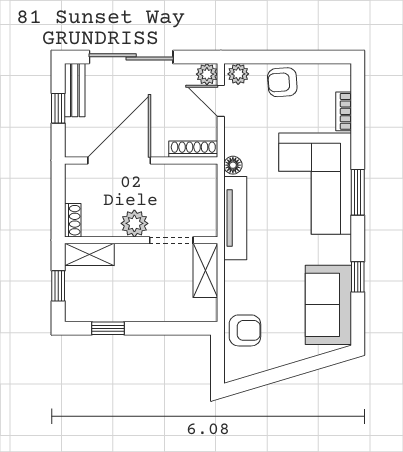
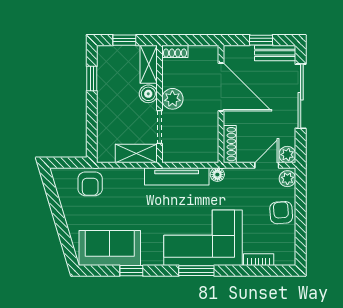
boiler: (128, 255) -> (148, 94), added

